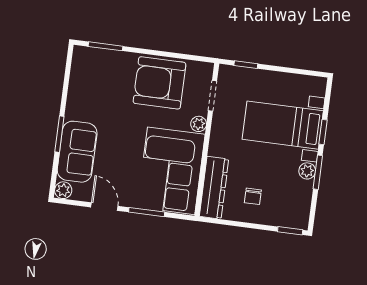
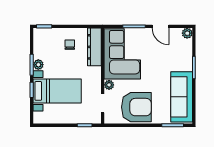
sofa: (77, 152) -> (182, 97), moved, width x1.36

